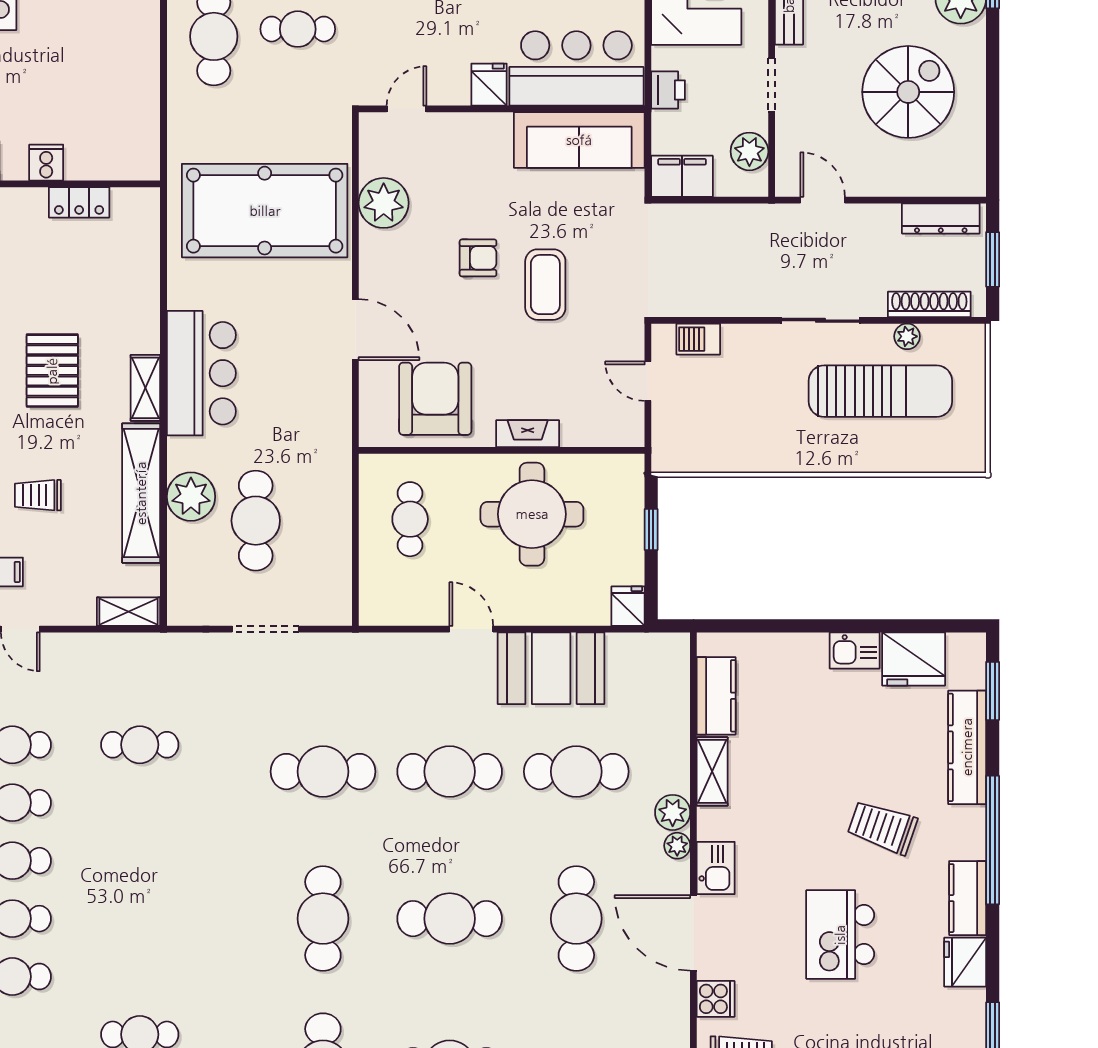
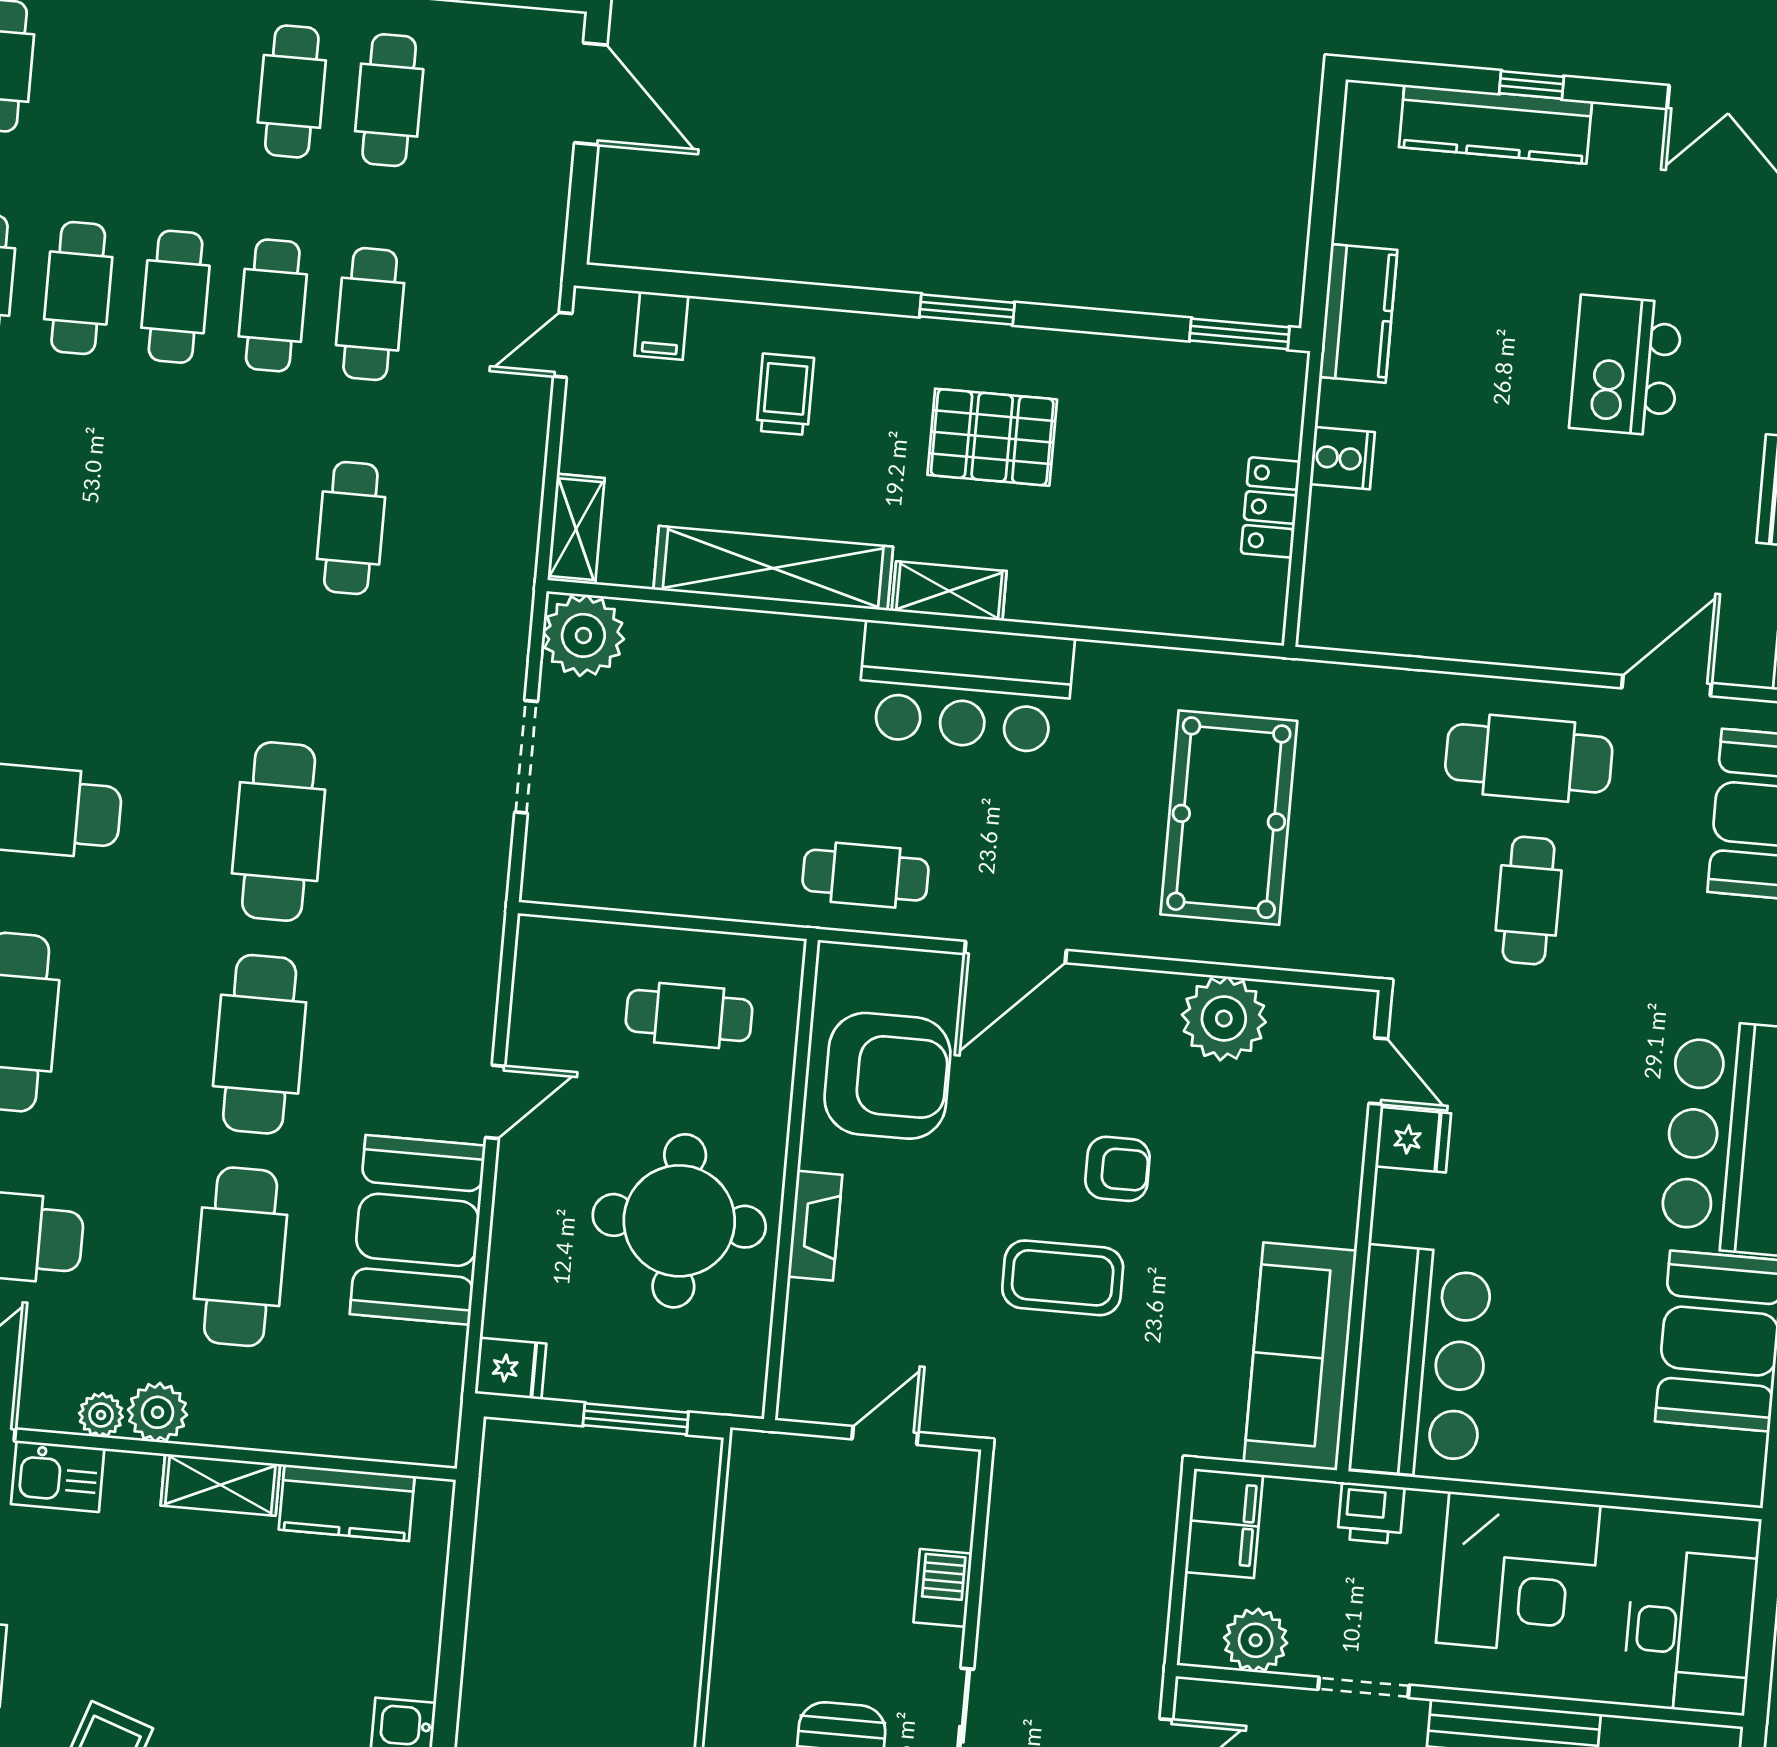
fridge: (489, 85) -> (1413, 1140), moved
pool table: (265, 211) -> (1229, 818), width x0.73, depth x0.76
armchair: (478, 258) -> (1117, 1169), turned -90
barbecue: (698, 339) -> (943, 1588), moved
plant: (191, 497) -> (583, 635), moved
cafe table: (256, 521) -> (866, 875), moved, width x0.73, depth x0.74
window: (651, 529) -> (636, 1419), width x1.50

